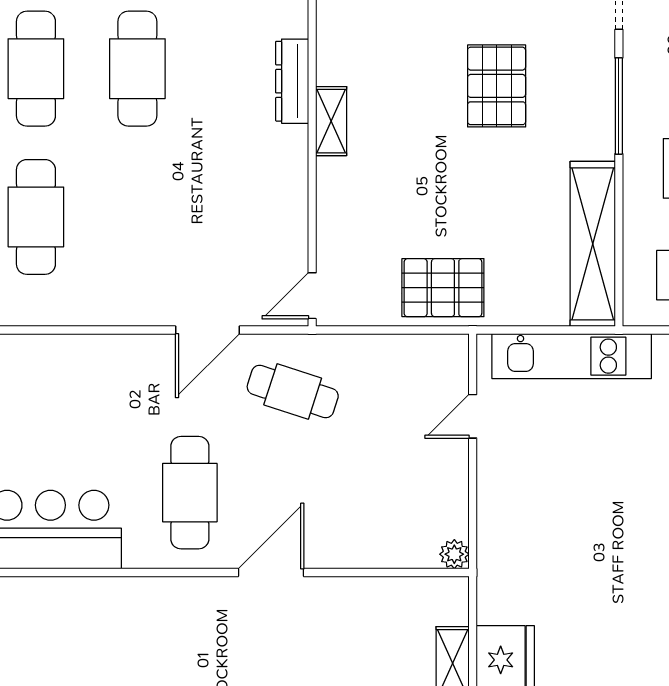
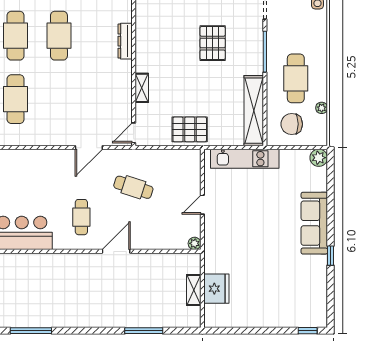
shelving: (331, 121) -> (142, 88), moved
cafe table: (293, 391) -> (133, 187), moved
door: (473, 416) -> (202, 205), moved
cafe table: (190, 493) -> (81, 217), width x0.73, depth x0.74

